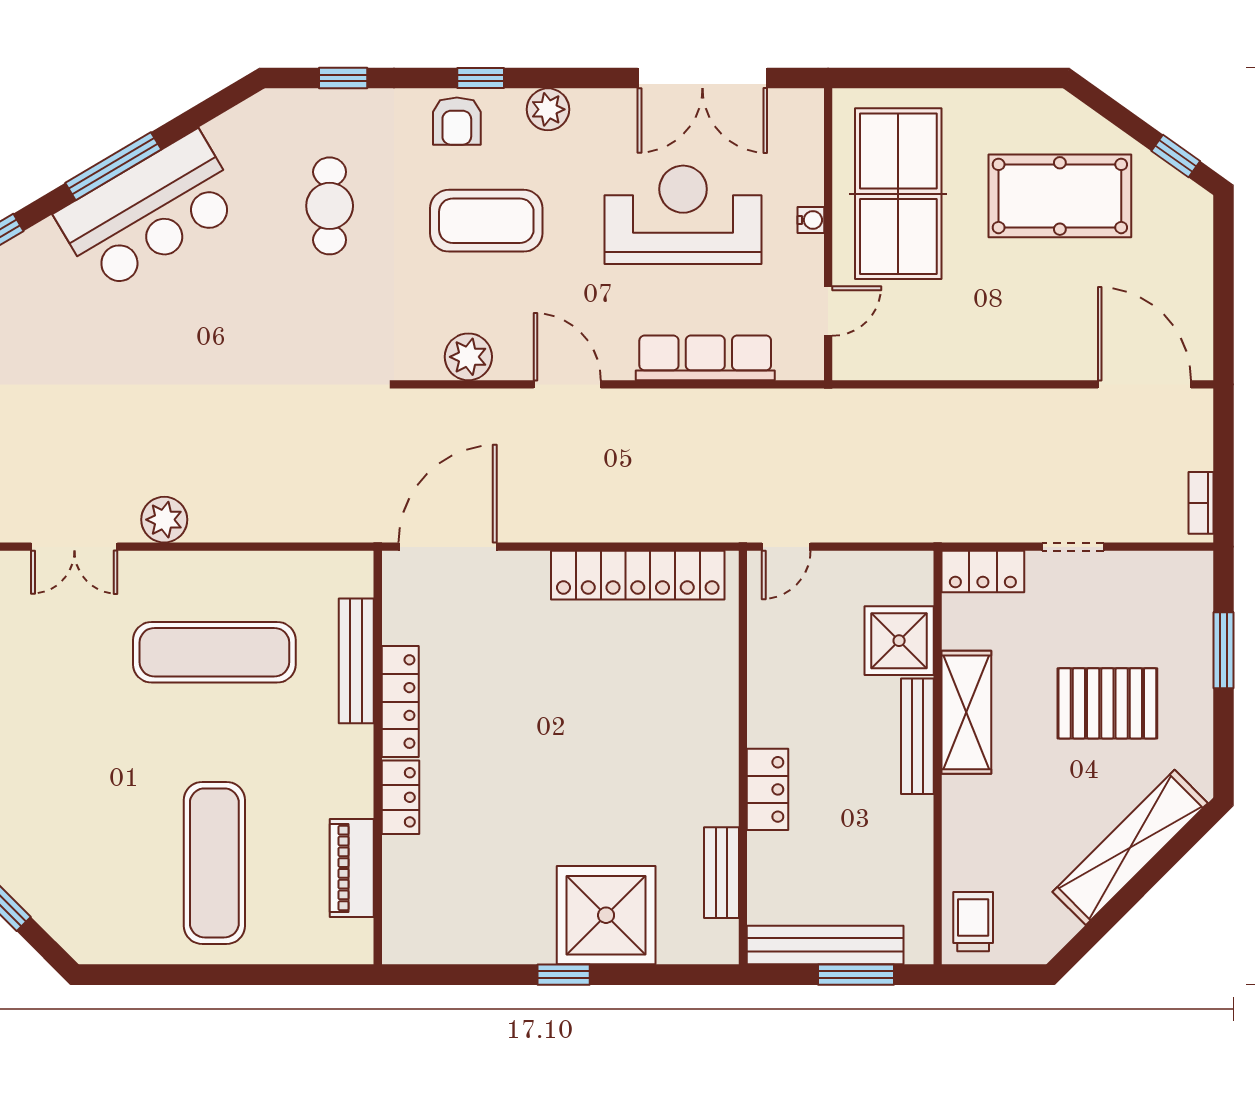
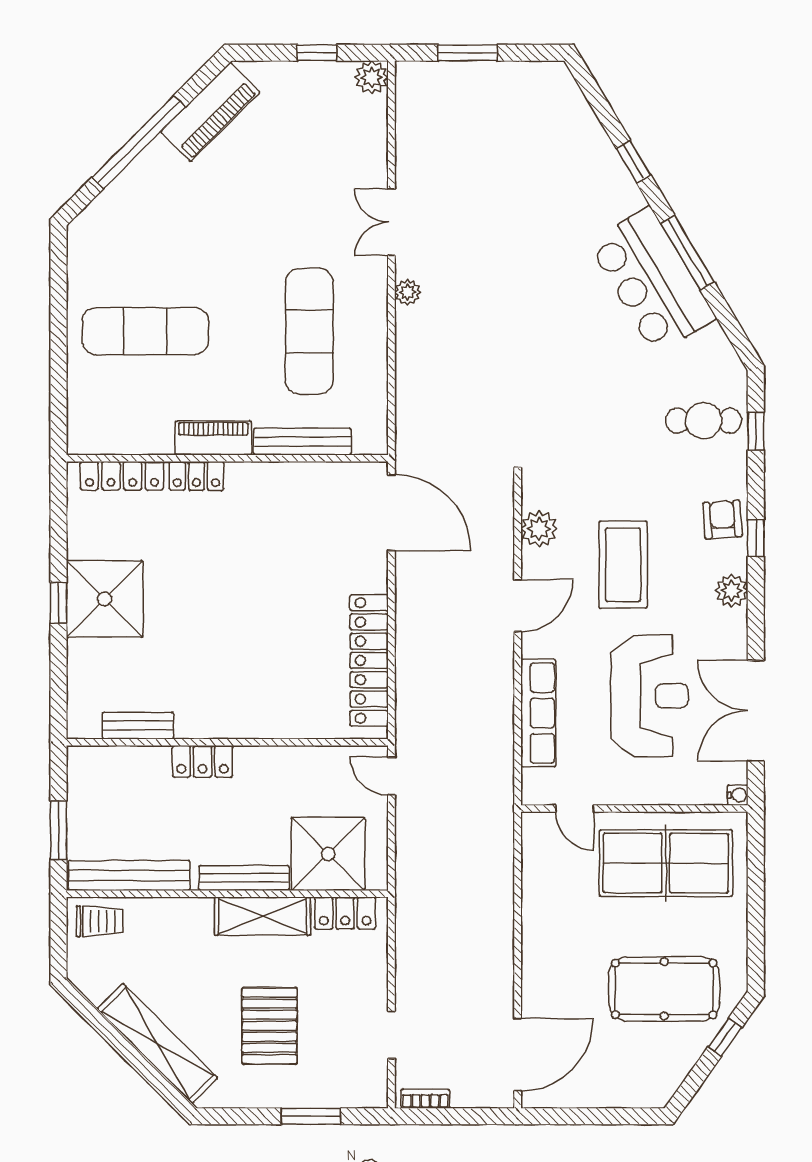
armchair: (457, 121) -> (722, 520), turned 86
window: (1176, 156) -> (725, 1037), moved
pool table: (1060, 196) -> (664, 989), turned 90
cafe table: (330, 206) -> (704, 421), moved
water cooler: (811, 220) -> (738, 795), moved, turned -90
coffee table: (486, 221) -> (623, 565), moved
plant: (164, 520) -> (408, 292), width x0.73, depth x0.73
doorway: (1073, 547) -> (391, 1035), moved
locker: (983, 572) -> (345, 913), moved, turned -90
shower: (899, 641) -> (328, 854), width x1.37, depth x1.37
locker: (400, 702) -> (122, 476), moved
piano: (352, 868) -> (213, 438), moved
shower: (606, 915) -> (105, 599), moved
bench: (825, 945) -> (129, 875), moved, turned 90

